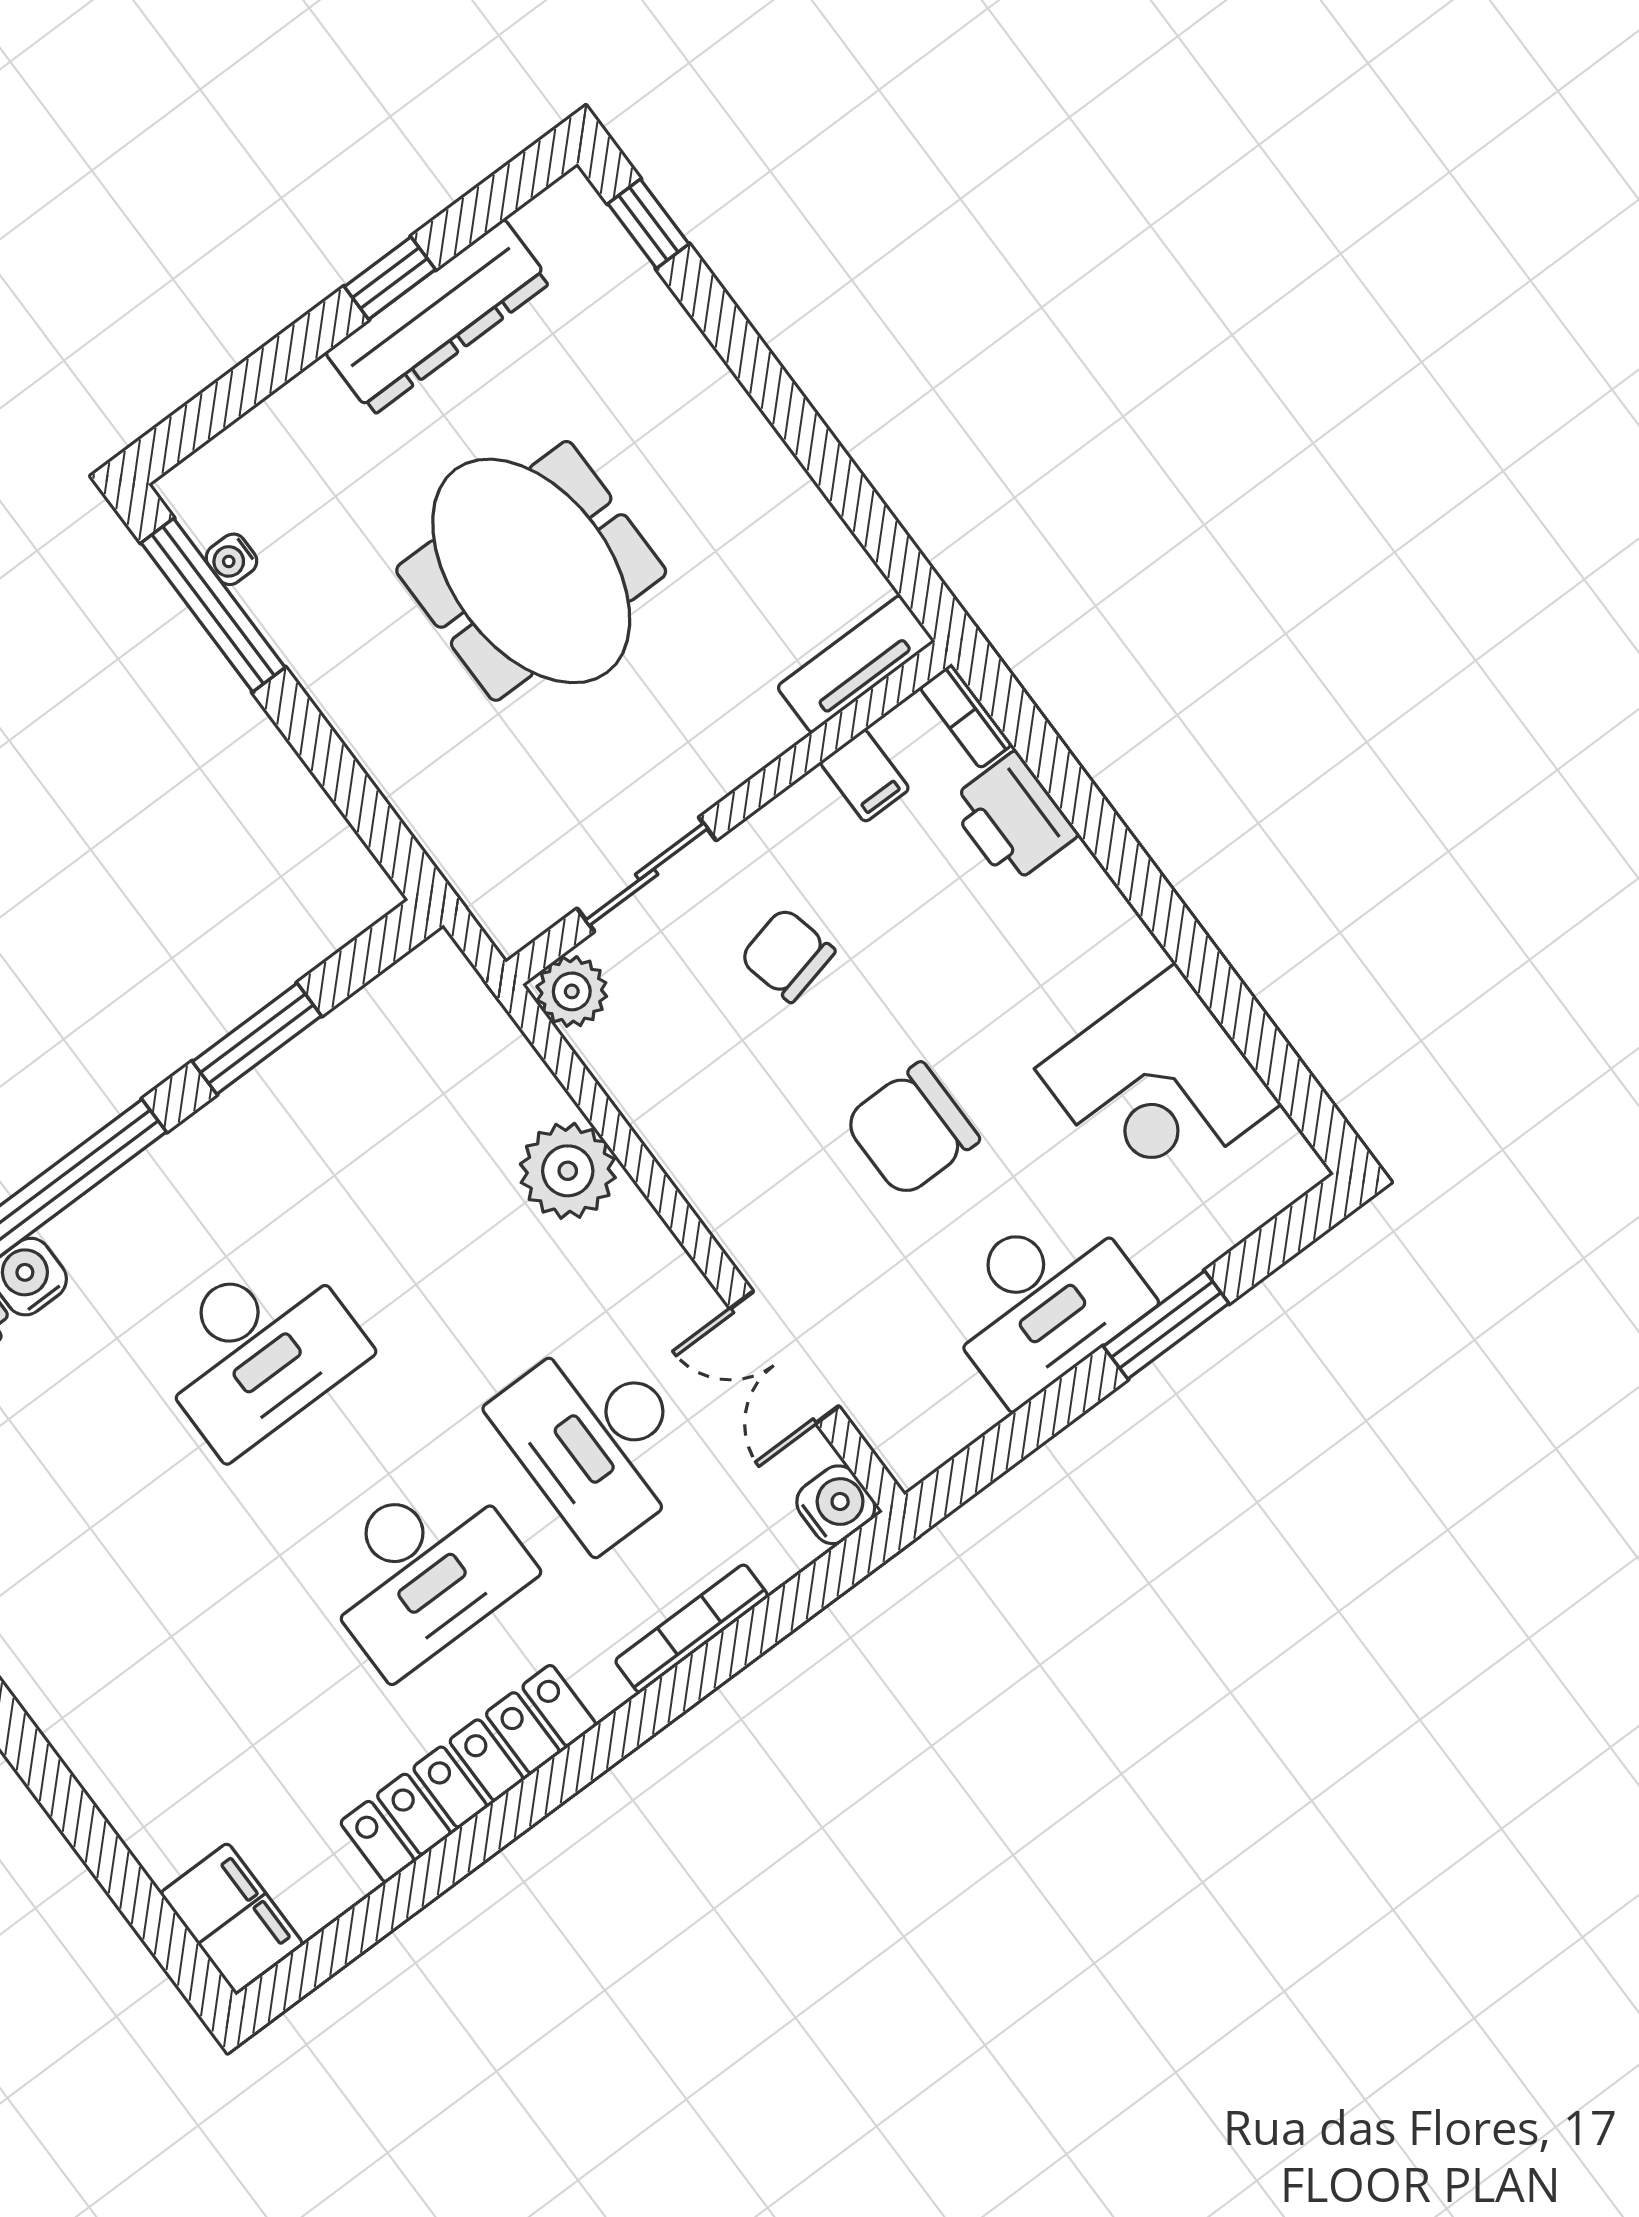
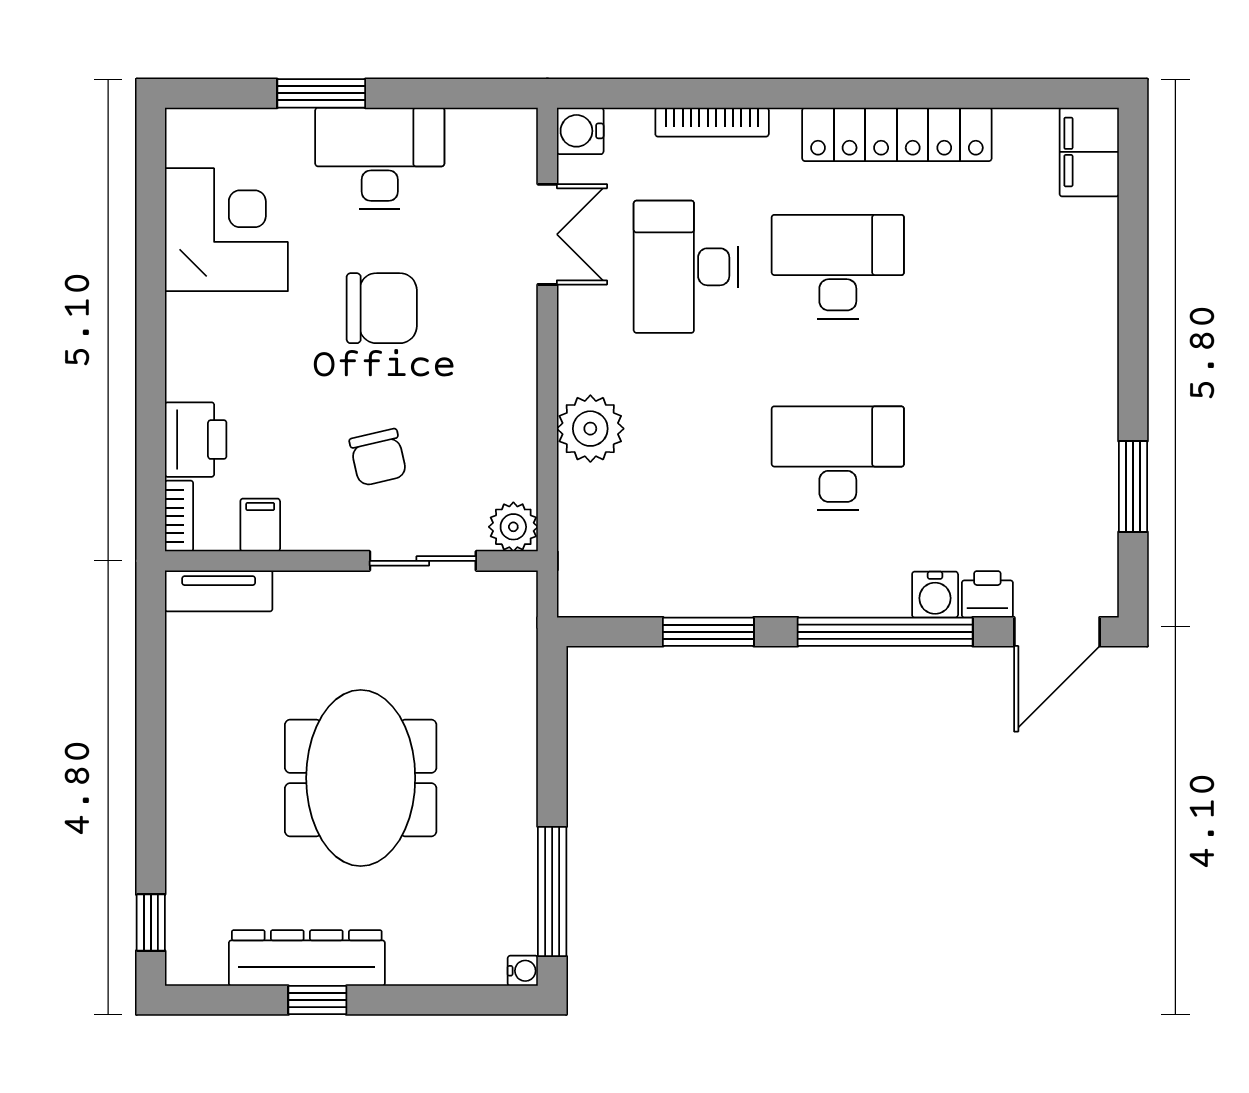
water cooler: (231, 559) -> (523, 971), moved
desk: (597, 1439) -> (686, 267), turned 180

